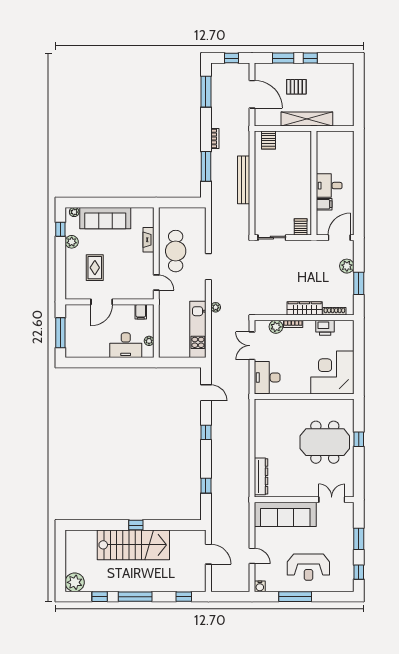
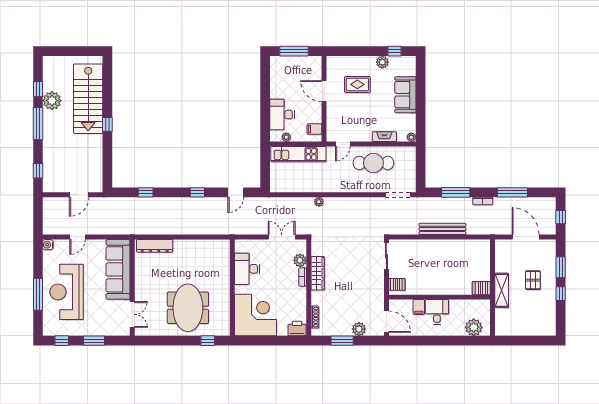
window: (206, 92) -> (512, 192), moved
door: (252, 94) -> (526, 237), swing flipped
shelving: (307, 119) -> (502, 290), width x0.68
server rack: (268, 140) -> (481, 288), moved
plant: (345, 148) -> (474, 327), added
plant: (74, 212) -> (411, 137), moved
sofa: (105, 218) -> (405, 95), width x0.73
doorway: (208, 267) -> (398, 195), moved
wardrobe: (305, 308) -> (318, 273), moved
printer: (325, 328) -> (297, 329), moved, turned 90
kitchen unit: (198, 329) -> (298, 154), moved, turned 180
desk: (267, 377) -> (247, 269), moved, turned -90
window: (359, 439) -> (208, 341), moved
stairs: (133, 545) -> (88, 99), moved
reception desk: (308, 567) -> (67, 292), width x1.36, depth x1.30
plant: (75, 582) -> (52, 101), moved
window: (295, 597) -> (38, 294), moved

